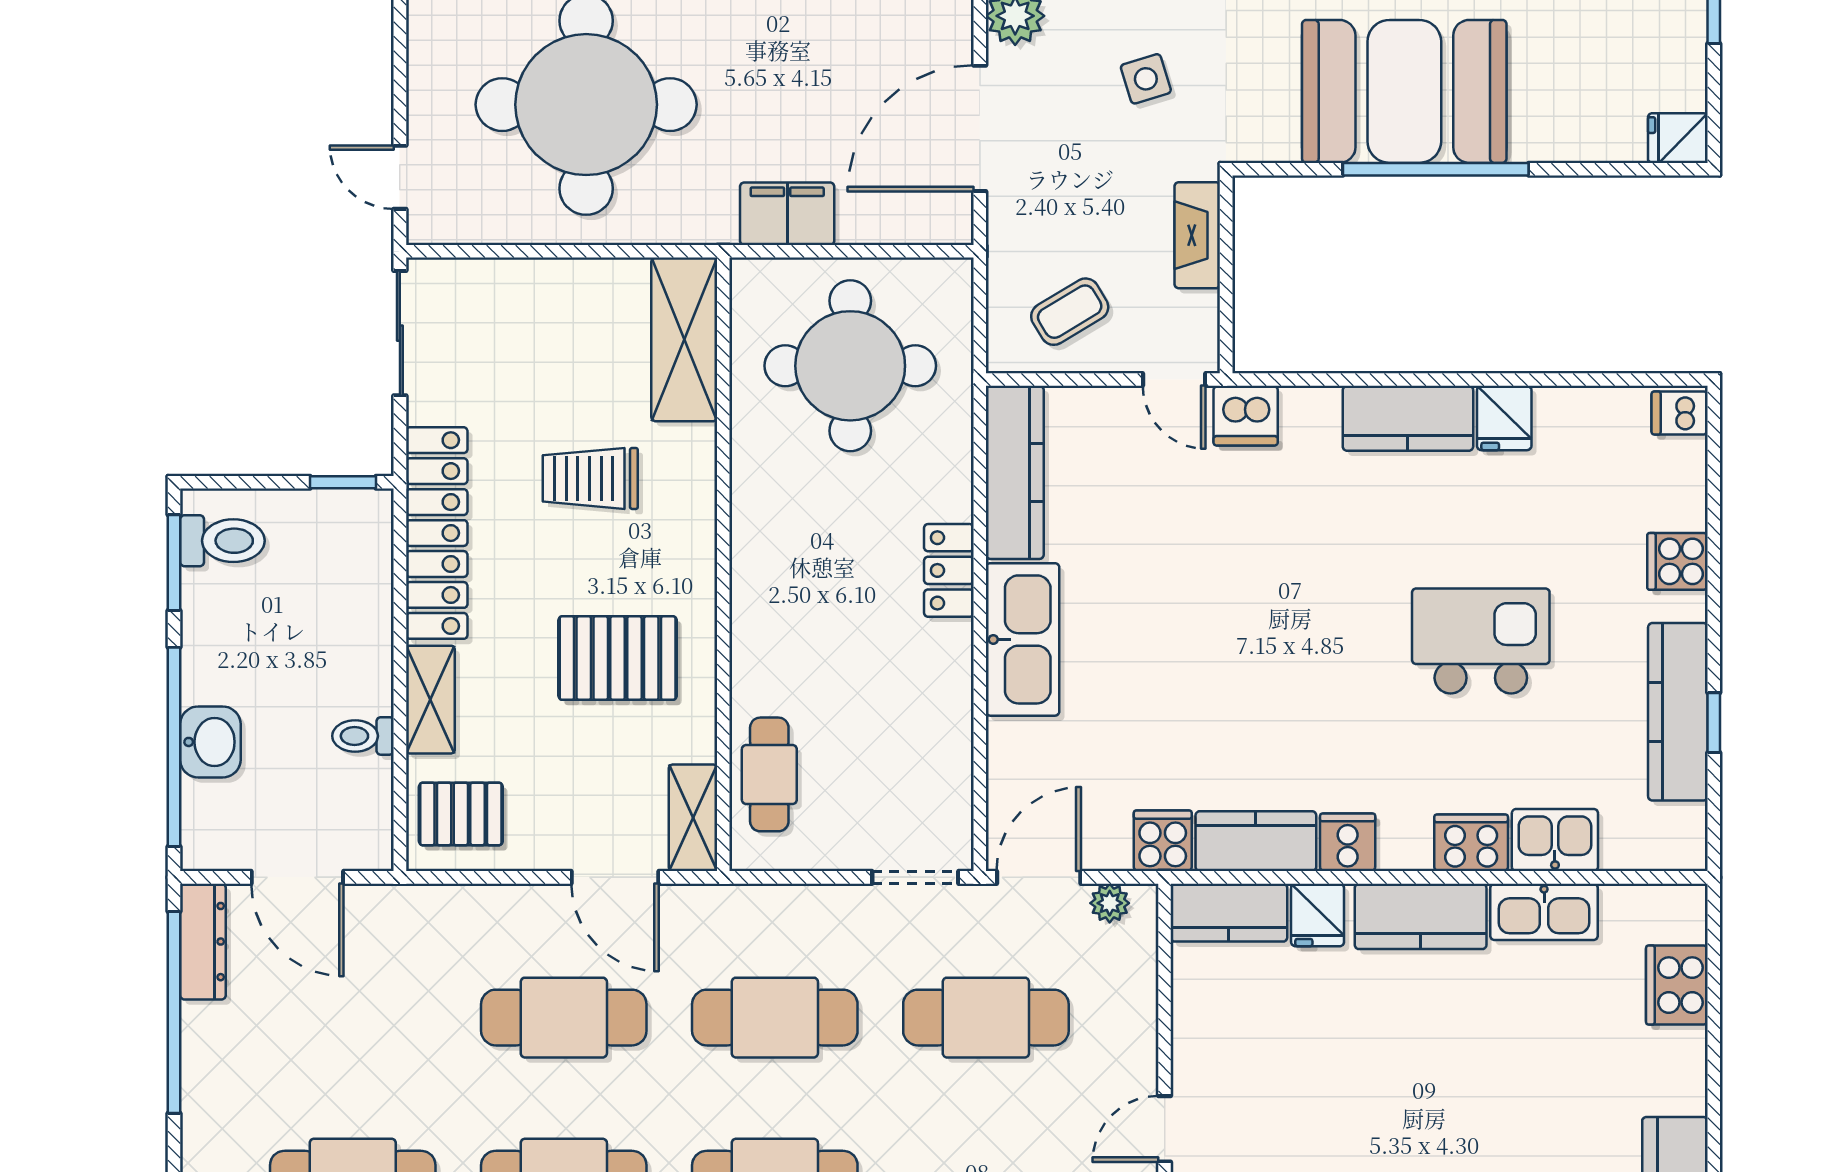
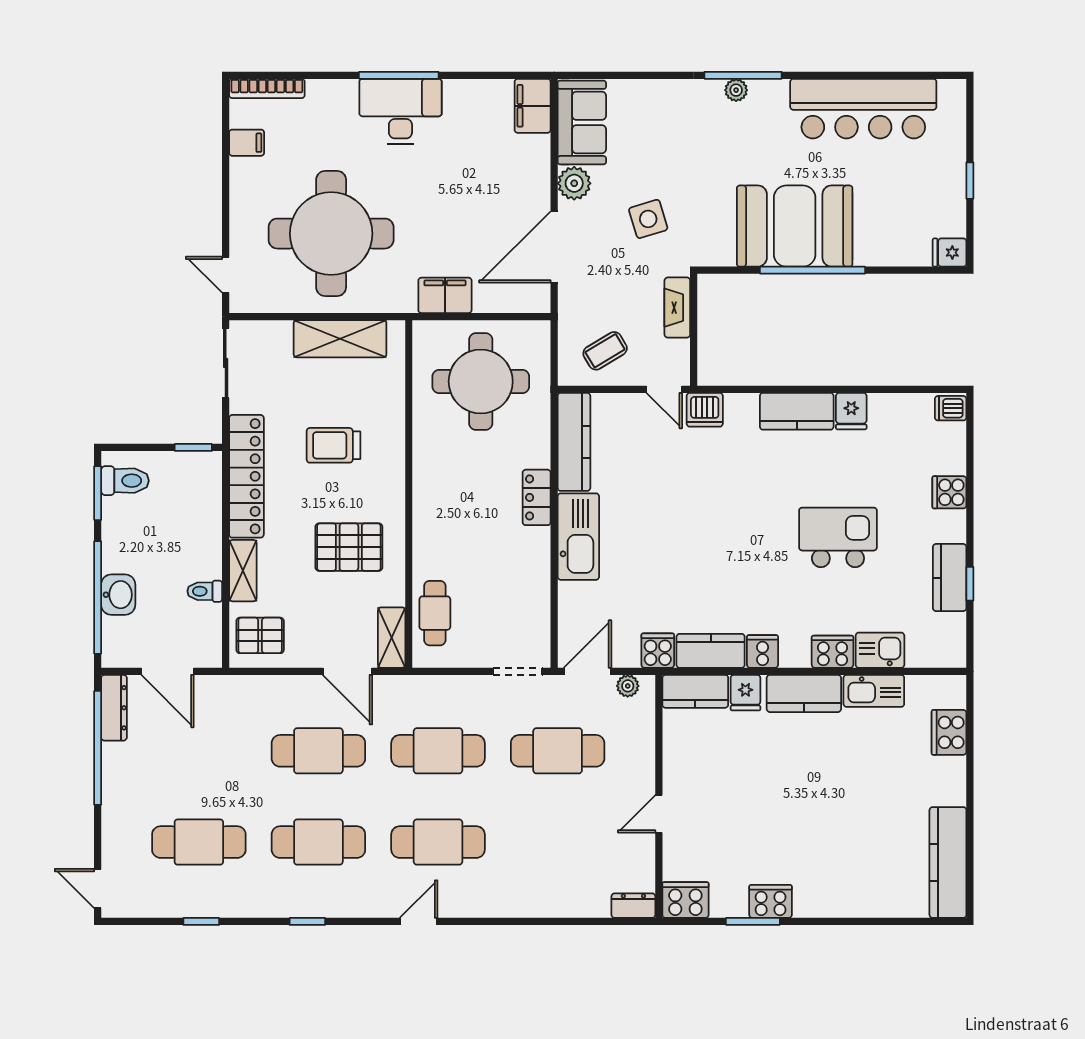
side table: (1146, 79) -> (648, 219), width x1.37, depth x1.37
shelving: (684, 339) -> (340, 339), moved, turned 90
kitchen counter: (1678, 712) -> (950, 578), width x0.67

